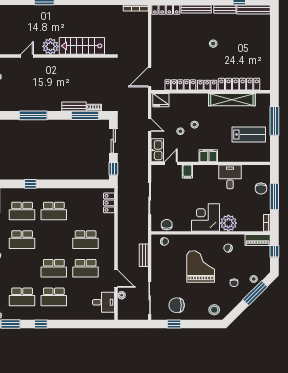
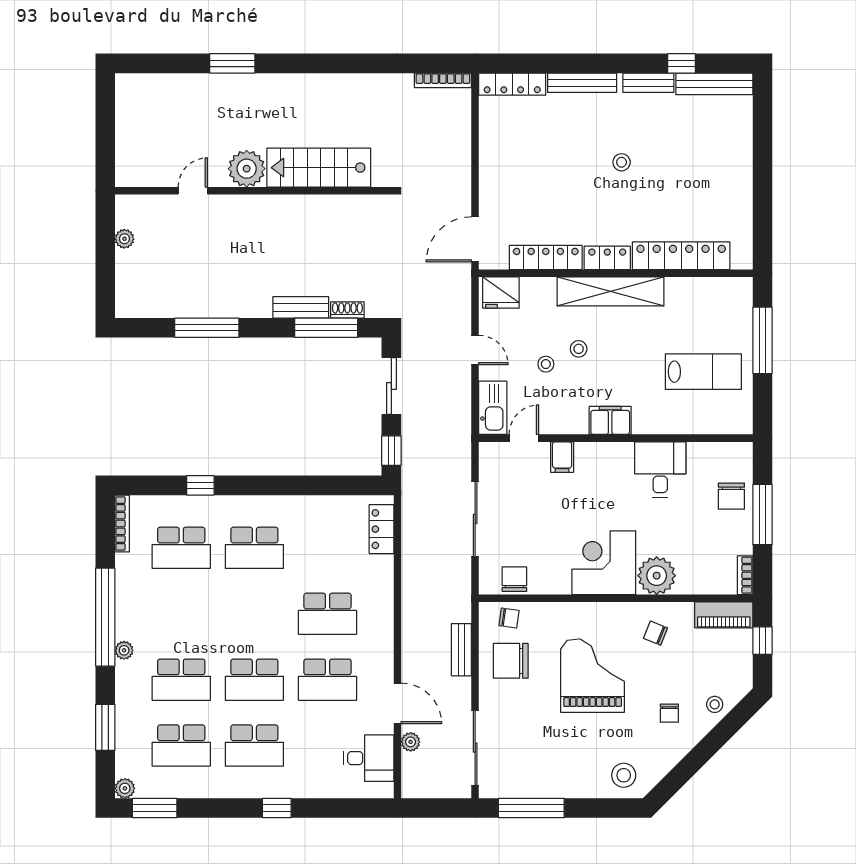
shelving: (232, 100) -> (610, 291), moved
school desk: (22, 240) -> (181, 680), moved
window: (255, 293) -> (718, 737), removed
chair: (177, 305) -> (511, 661), moved
window: (41, 324) -> (277, 808), moved
window: (174, 324) -> (531, 808), width x2.17

